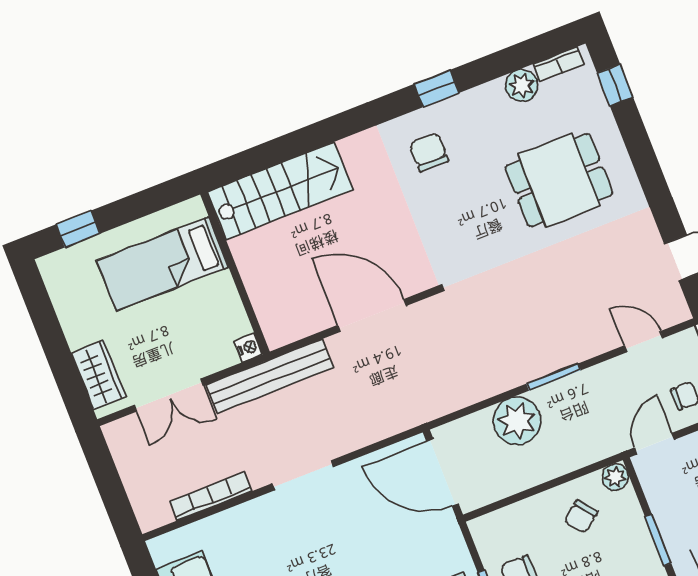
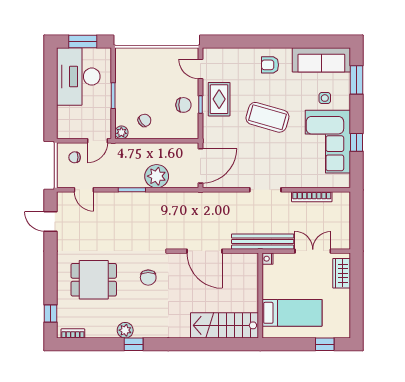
plant: (522, 85) -> (125, 330), moved
chair: (429, 152) -> (148, 278), moved
door: (443, 473) -> (200, 166), hinge flipped

